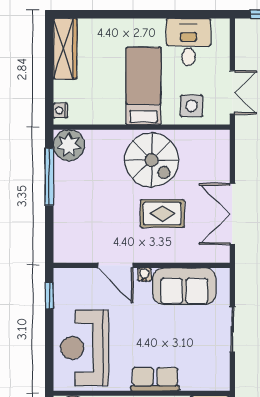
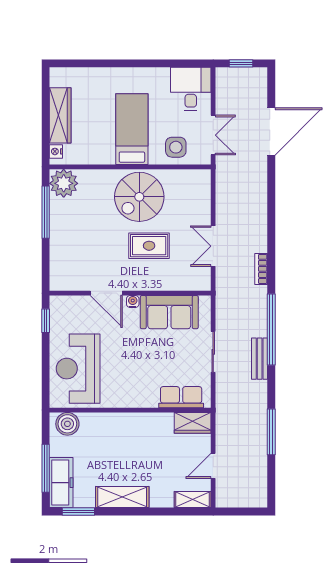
desk: (188, 42) -> (191, 89), moved
wardrobe: (65, 49) -> (60, 115), moved
spiral stairs: (152, 160) -> (139, 197), turned 90
double door: (232, 214) -> (213, 246), width x0.73
row of seats: (155, 379) -> (181, 397), moved

